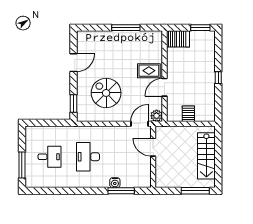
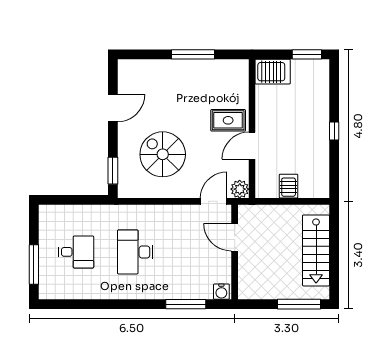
water cooler: (115, 183) -> (221, 292), moved

